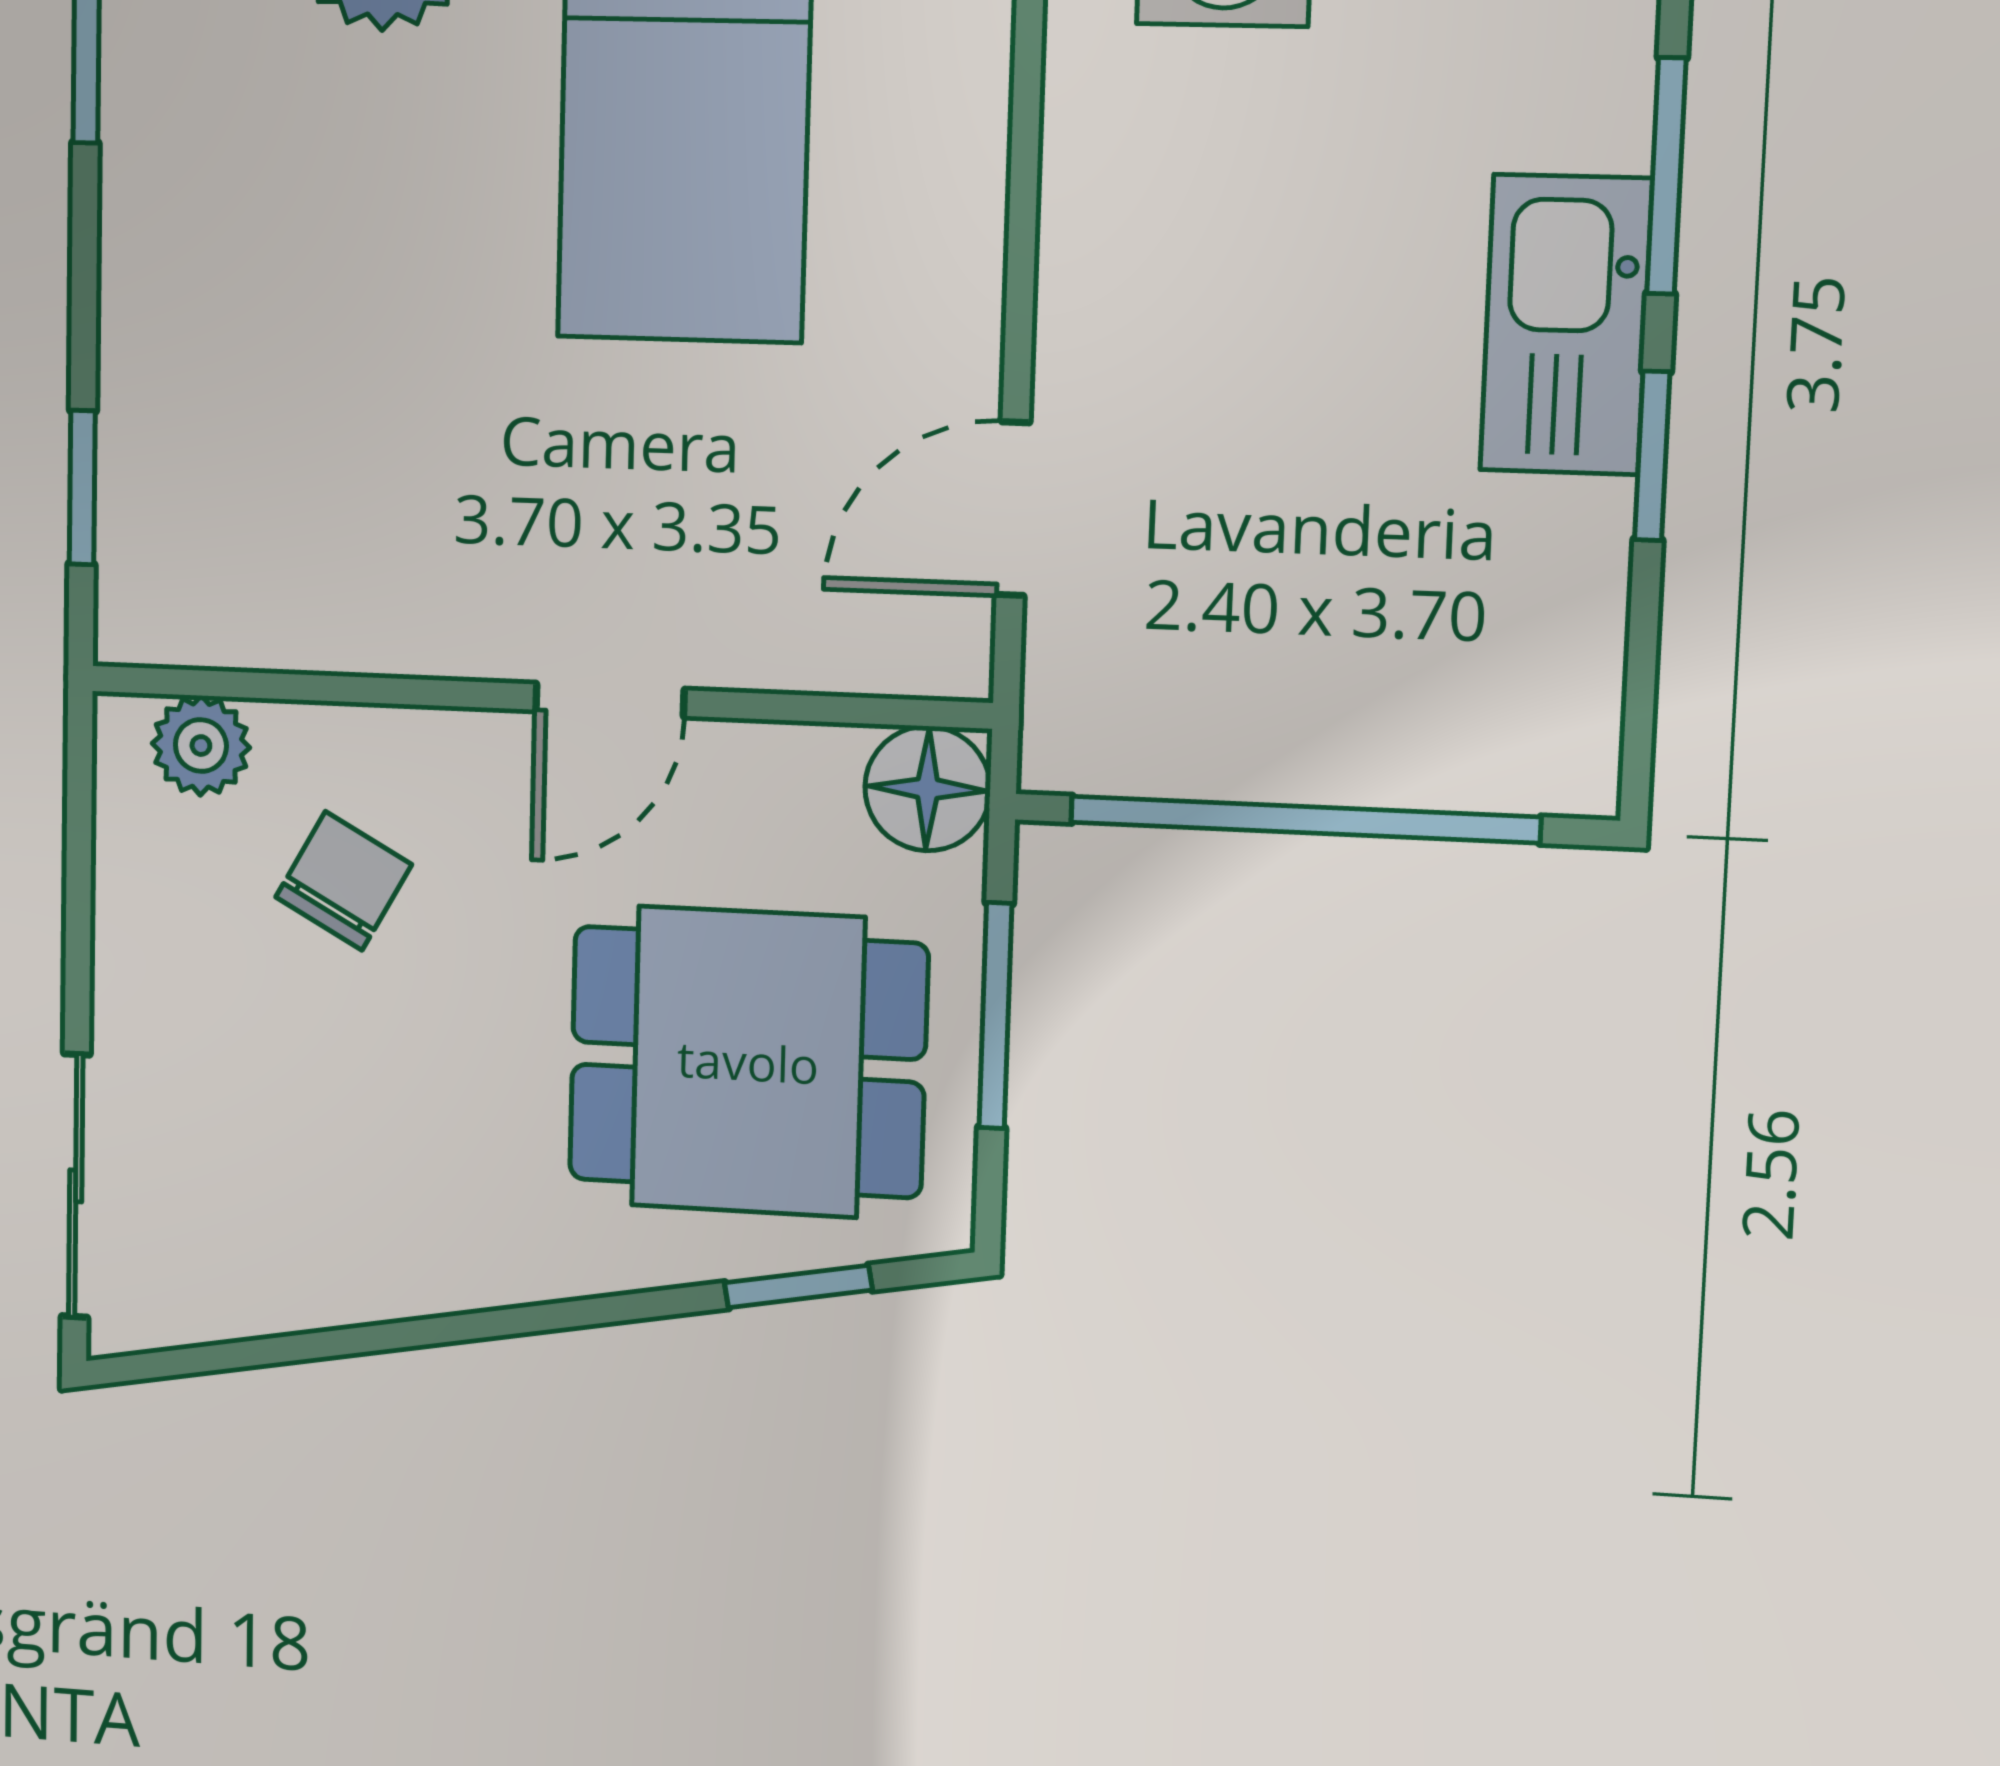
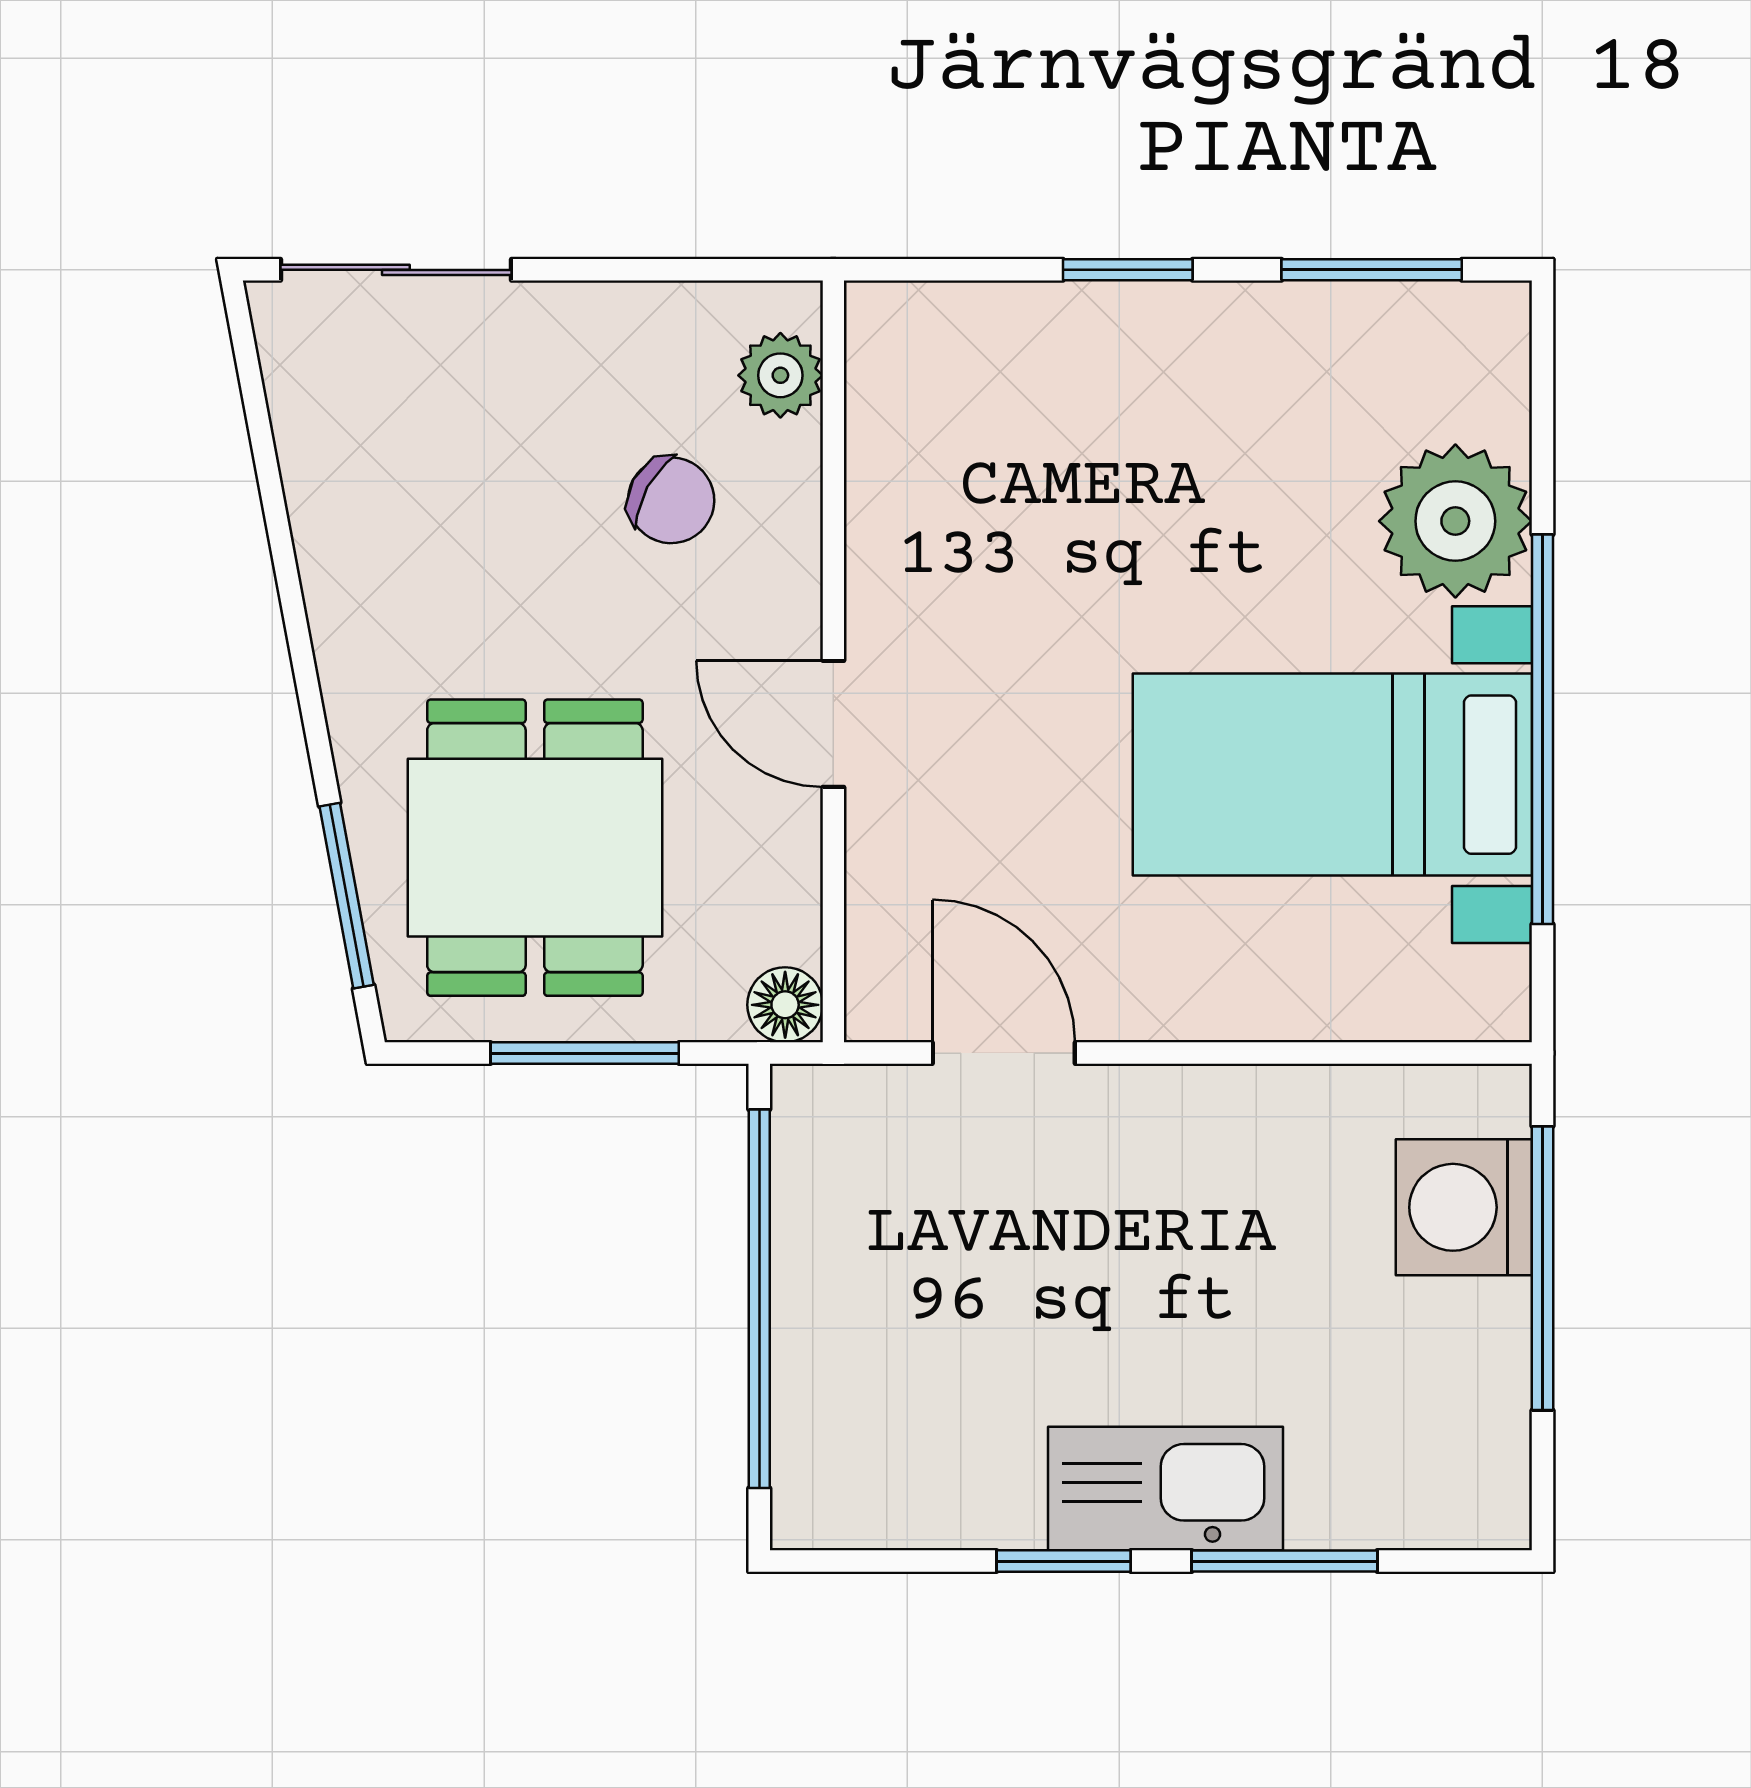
window: (82, 488) -> (1128, 270), moved
floor lamp: (928, 789) -> (785, 1005), width x0.73, depth x0.73
window: (798, 1286) -> (347, 896), width x1.50

